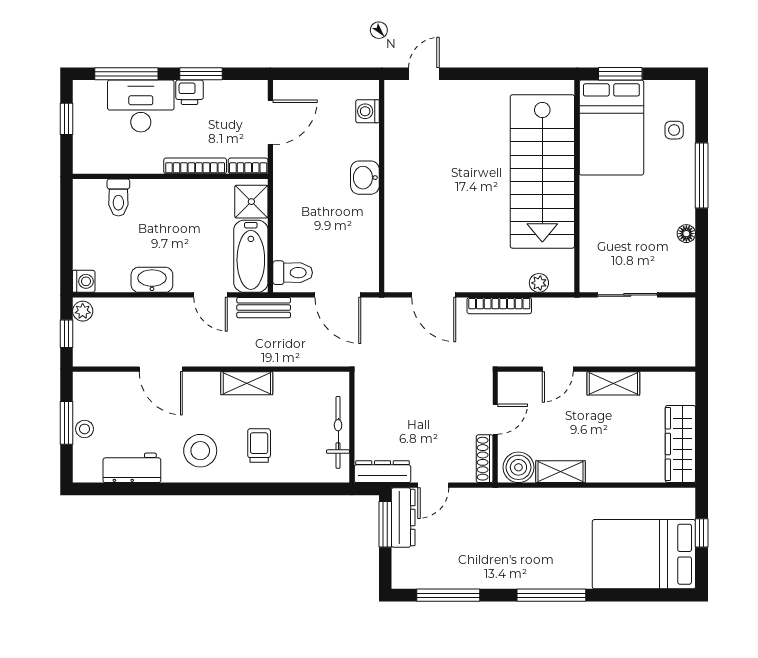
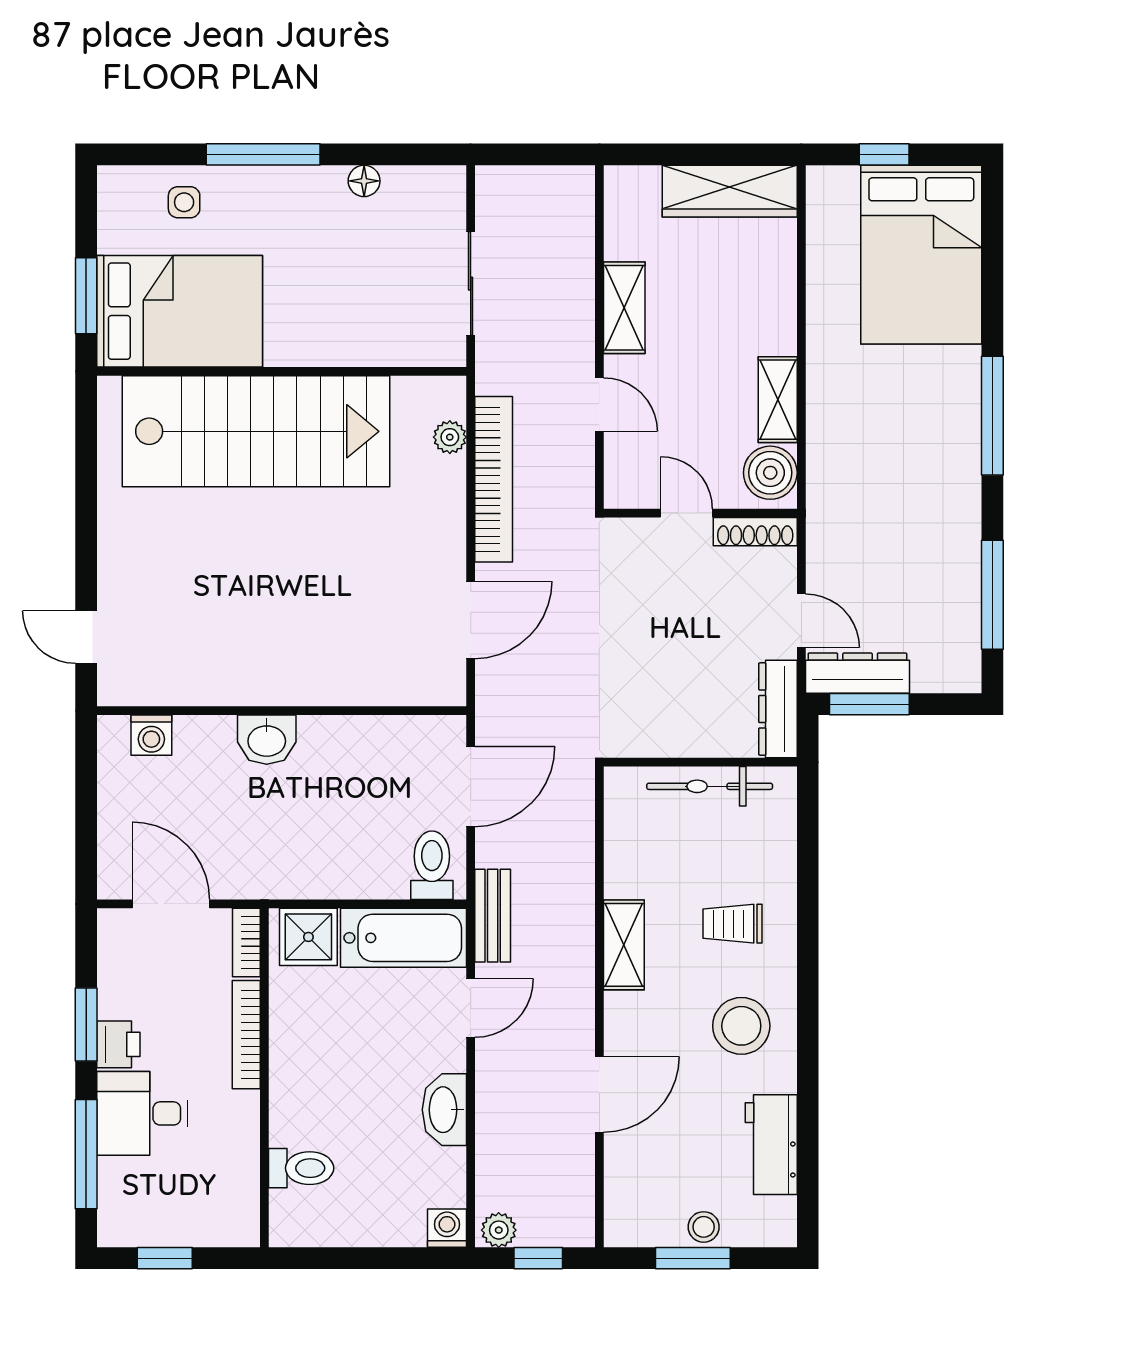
desk: (141, 106) -> (142, 1113), width x0.73
bookcase: (499, 306) -> (494, 479), width x1.48, depth x1.31

